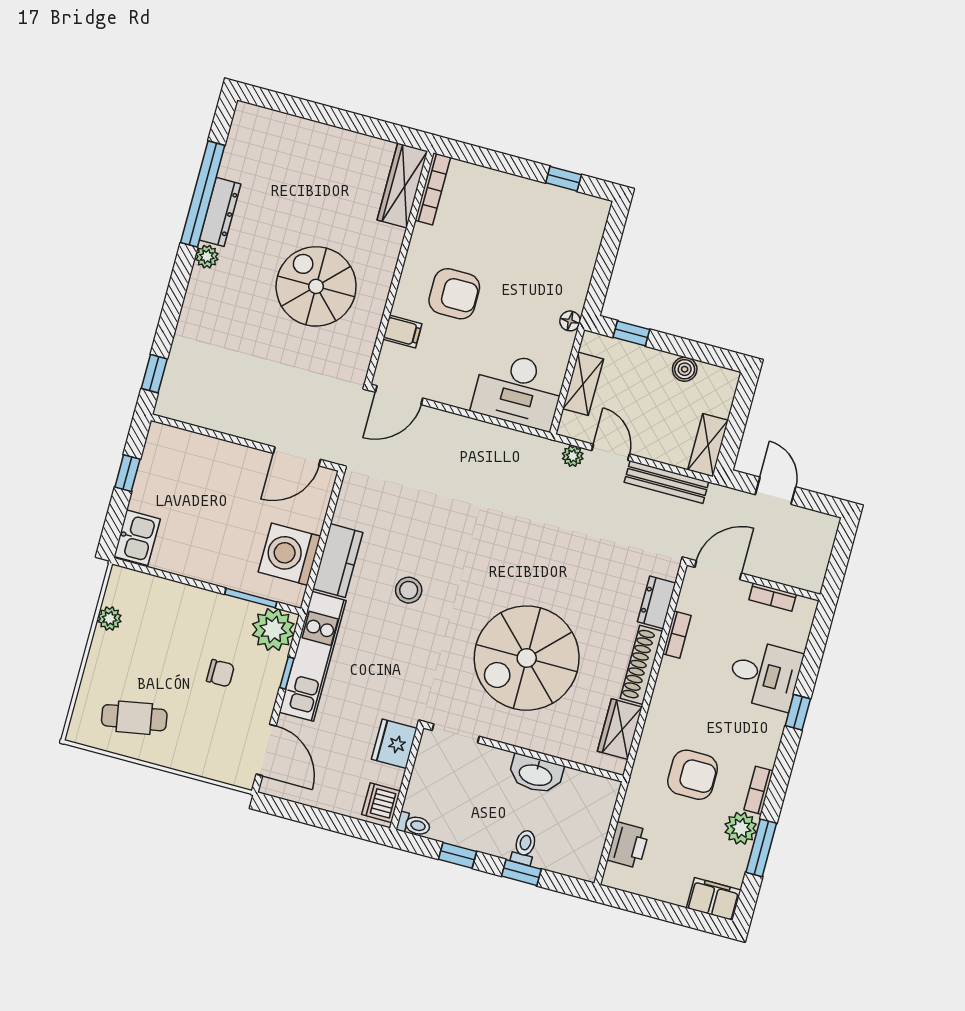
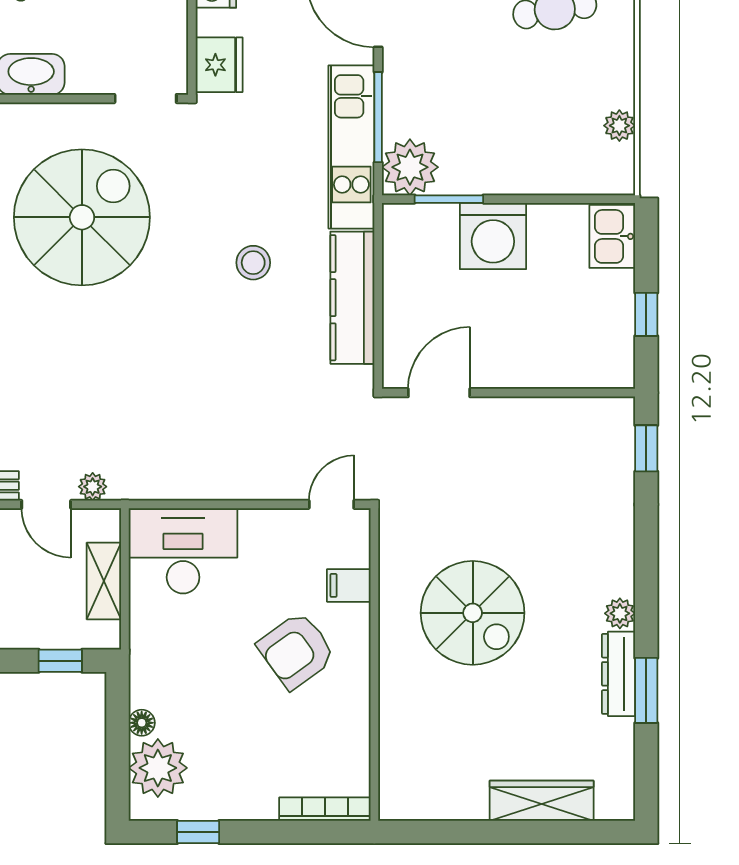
wardrobe: (402, 186) -> (542, 801), moved, turned -90
bookcase: (433, 189) -> (325, 809), moved, turned 90
window: (203, 194) -> (646, 690), width x0.47
plant: (581, 234) -> (158, 768), added
armchair: (454, 294) -> (296, 651), turned -36
floor lamp: (570, 321) -> (142, 723), moved
door: (399, 395) -> (331, 504), width x0.73
washing machine: (290, 554) -> (493, 236), moved, turned 90
kitchen counter: (338, 561) -> (352, 298), width x1.50
chair: (220, 673) -> (462, 94), removed
window: (287, 673) -> (378, 117), width x2.17

